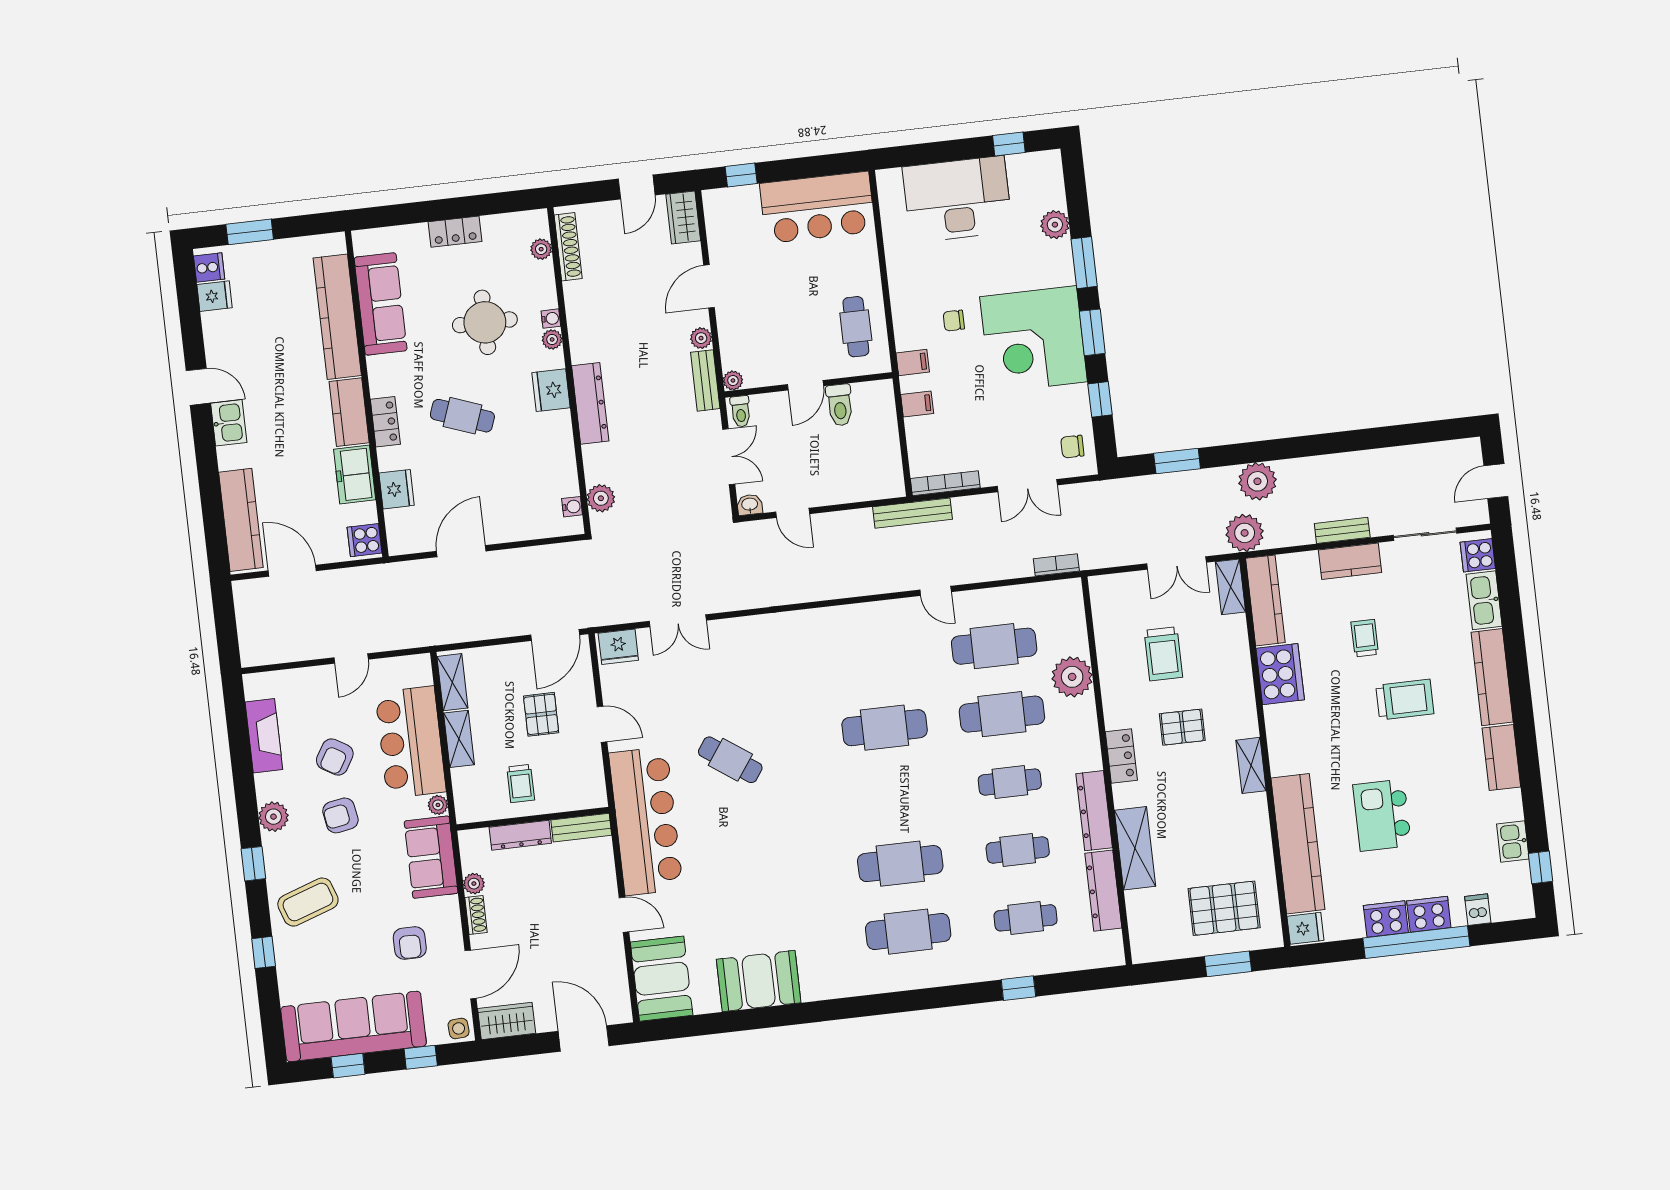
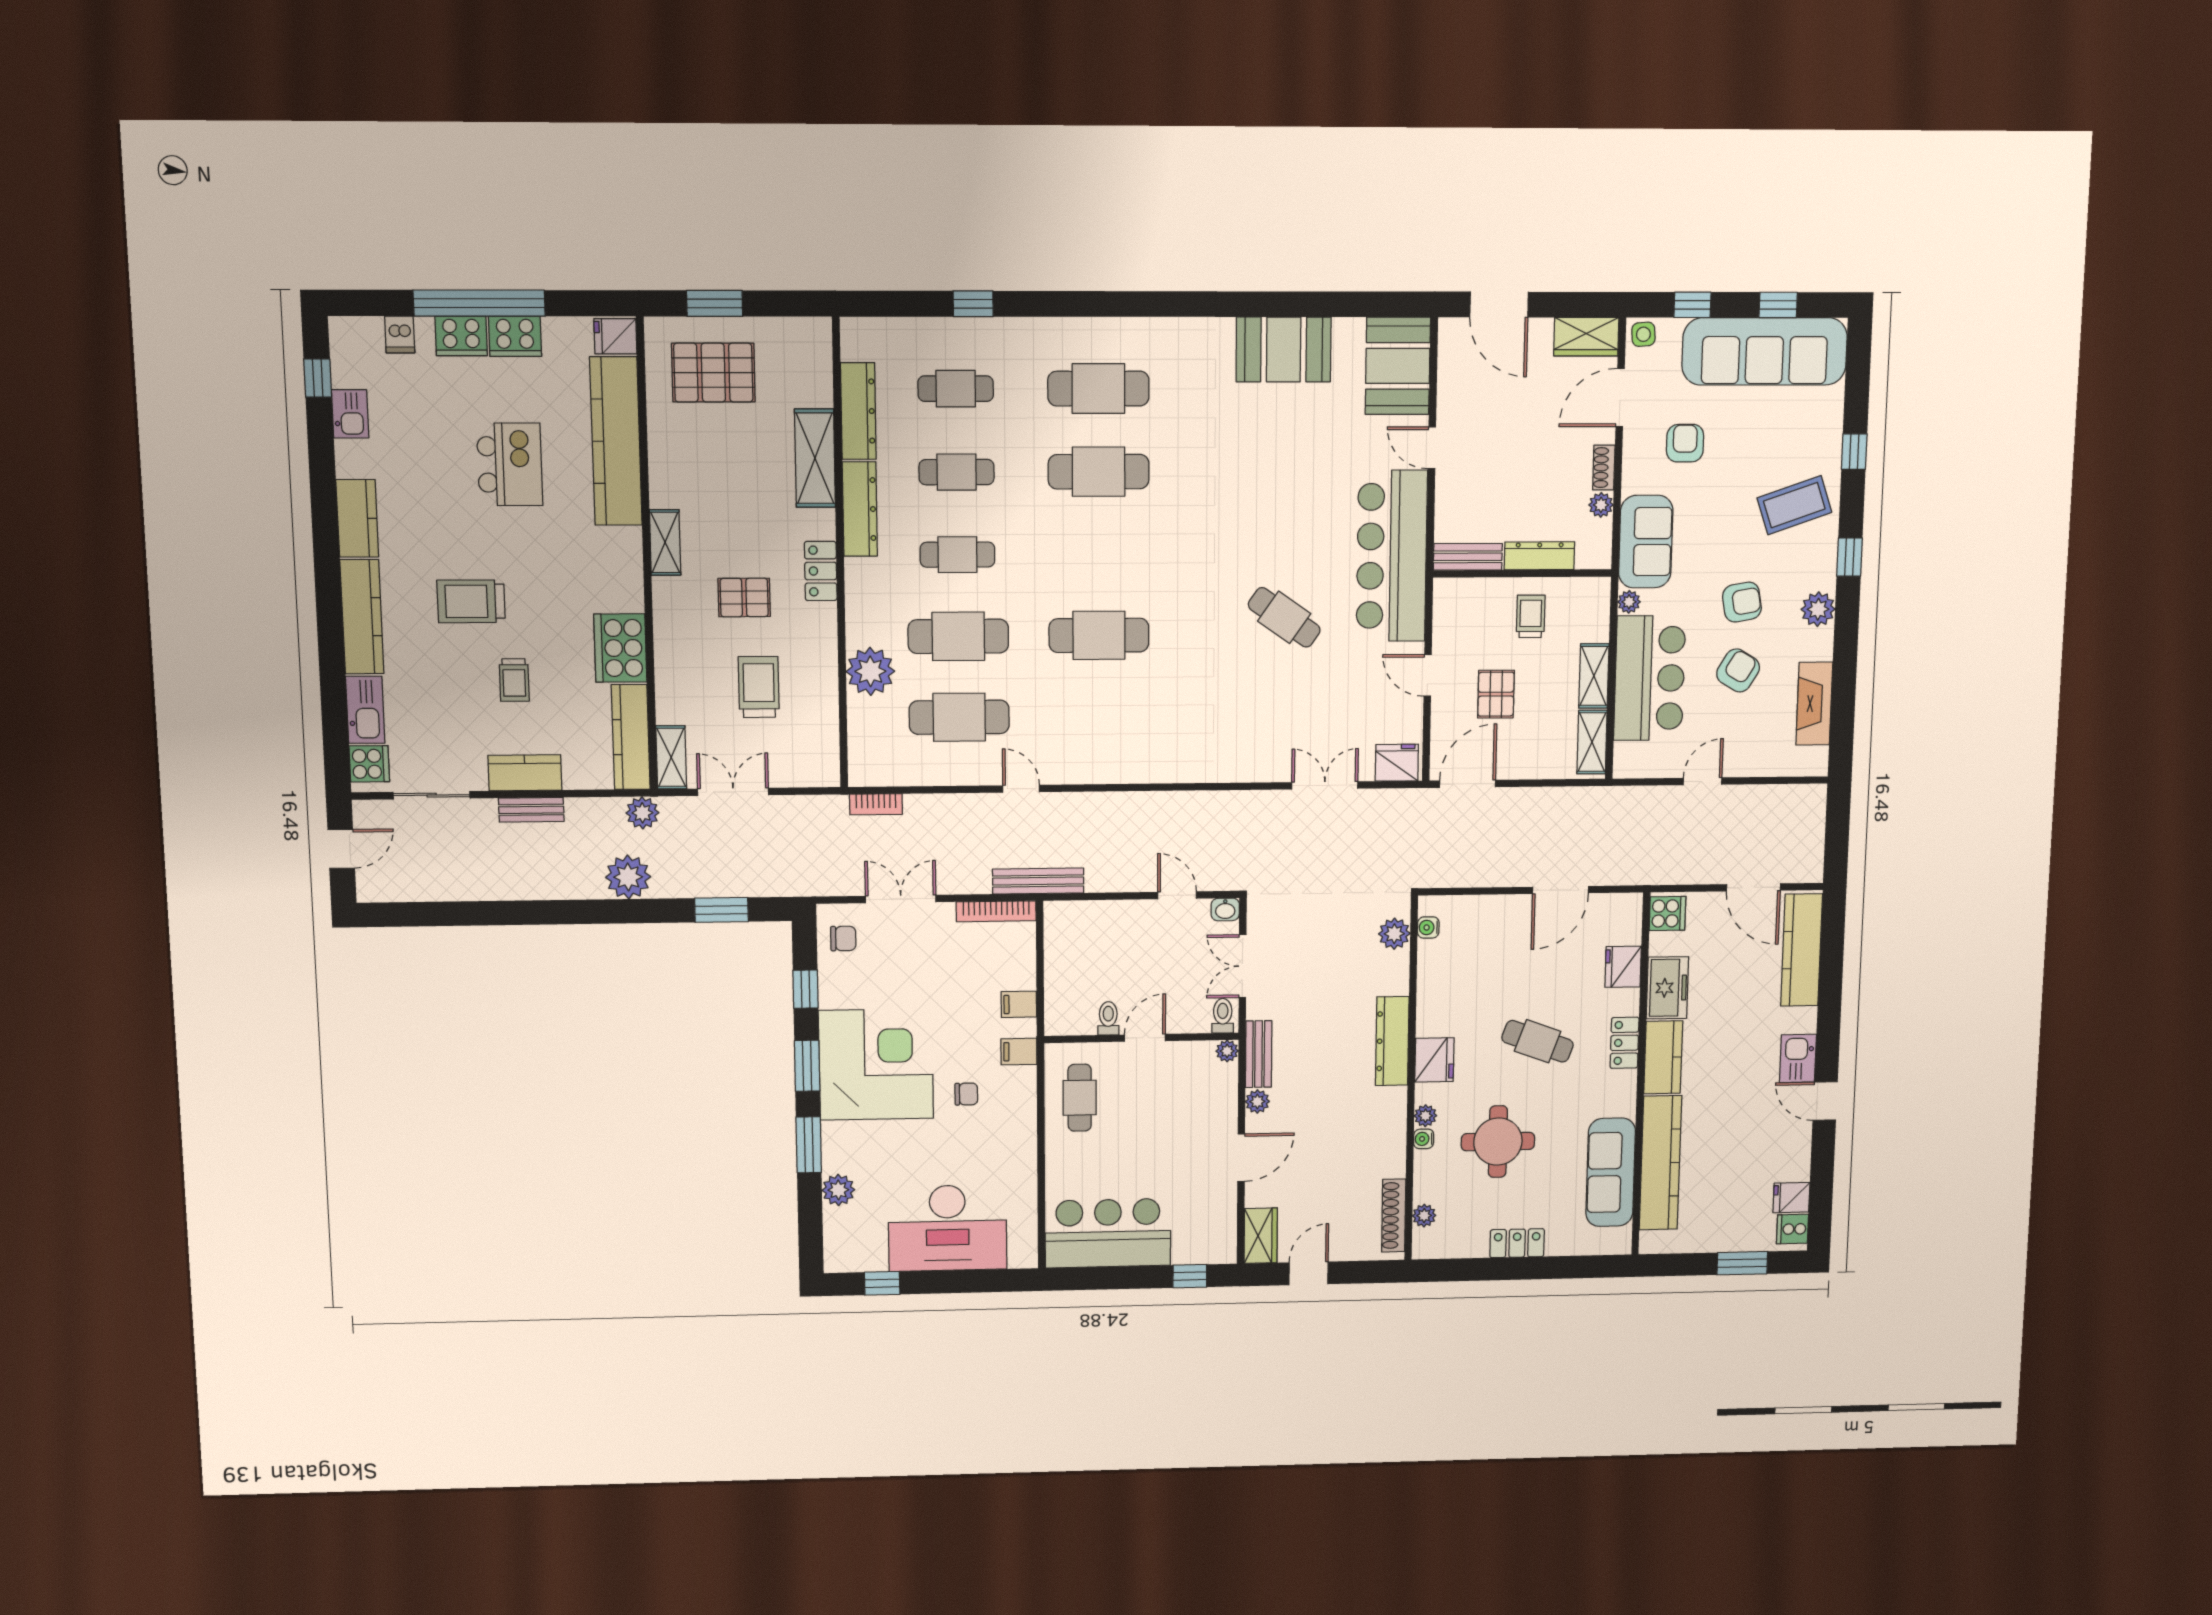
toilet: (840, 405) -> (1108, 1018), width x0.73, depth x0.72
plant: (1245, 533) -> (642, 813), width x0.73, depth x0.73

